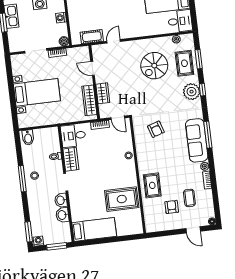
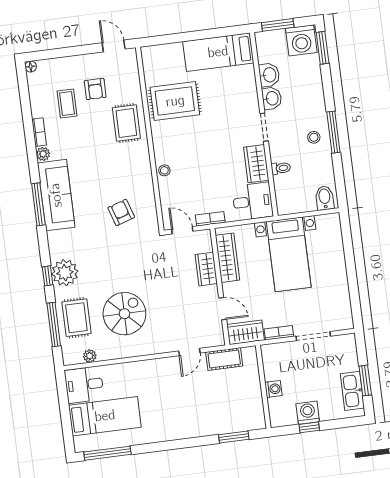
boiler: (64, 41) -> (268, 351), removed
wardrobe: (78, 53) -> (245, 332), added
window: (199, 59) -> (54, 325), width x1.44
bed with nightstands: (37, 92) -> (289, 254), moved, turned -90
door: (193, 230) -> (114, 46), moved
washing machine: (38, 241) -> (301, 40), width x1.89, depth x1.89

